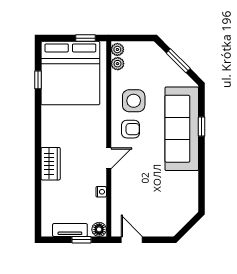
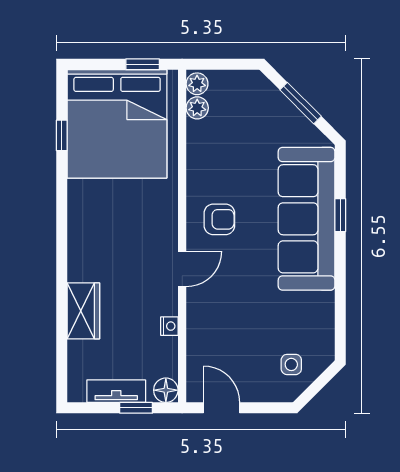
side table: (134, 101) -> (291, 364), moved, width x0.54, depth x0.54
wardrobe: (51, 164) -> (83, 311), moved

